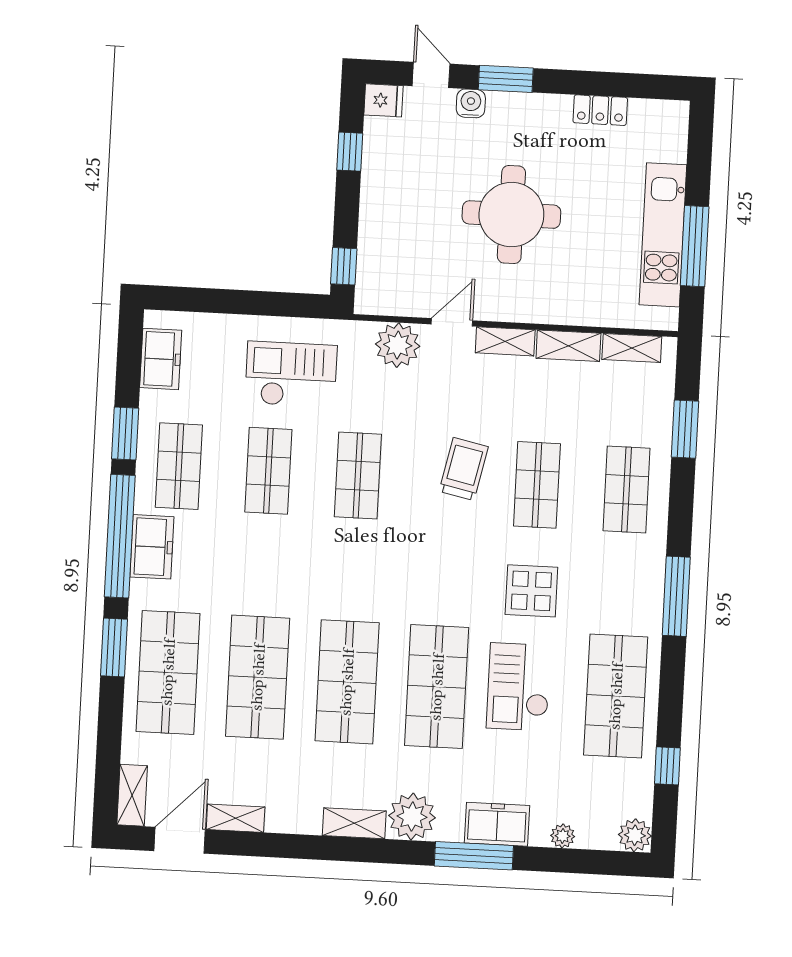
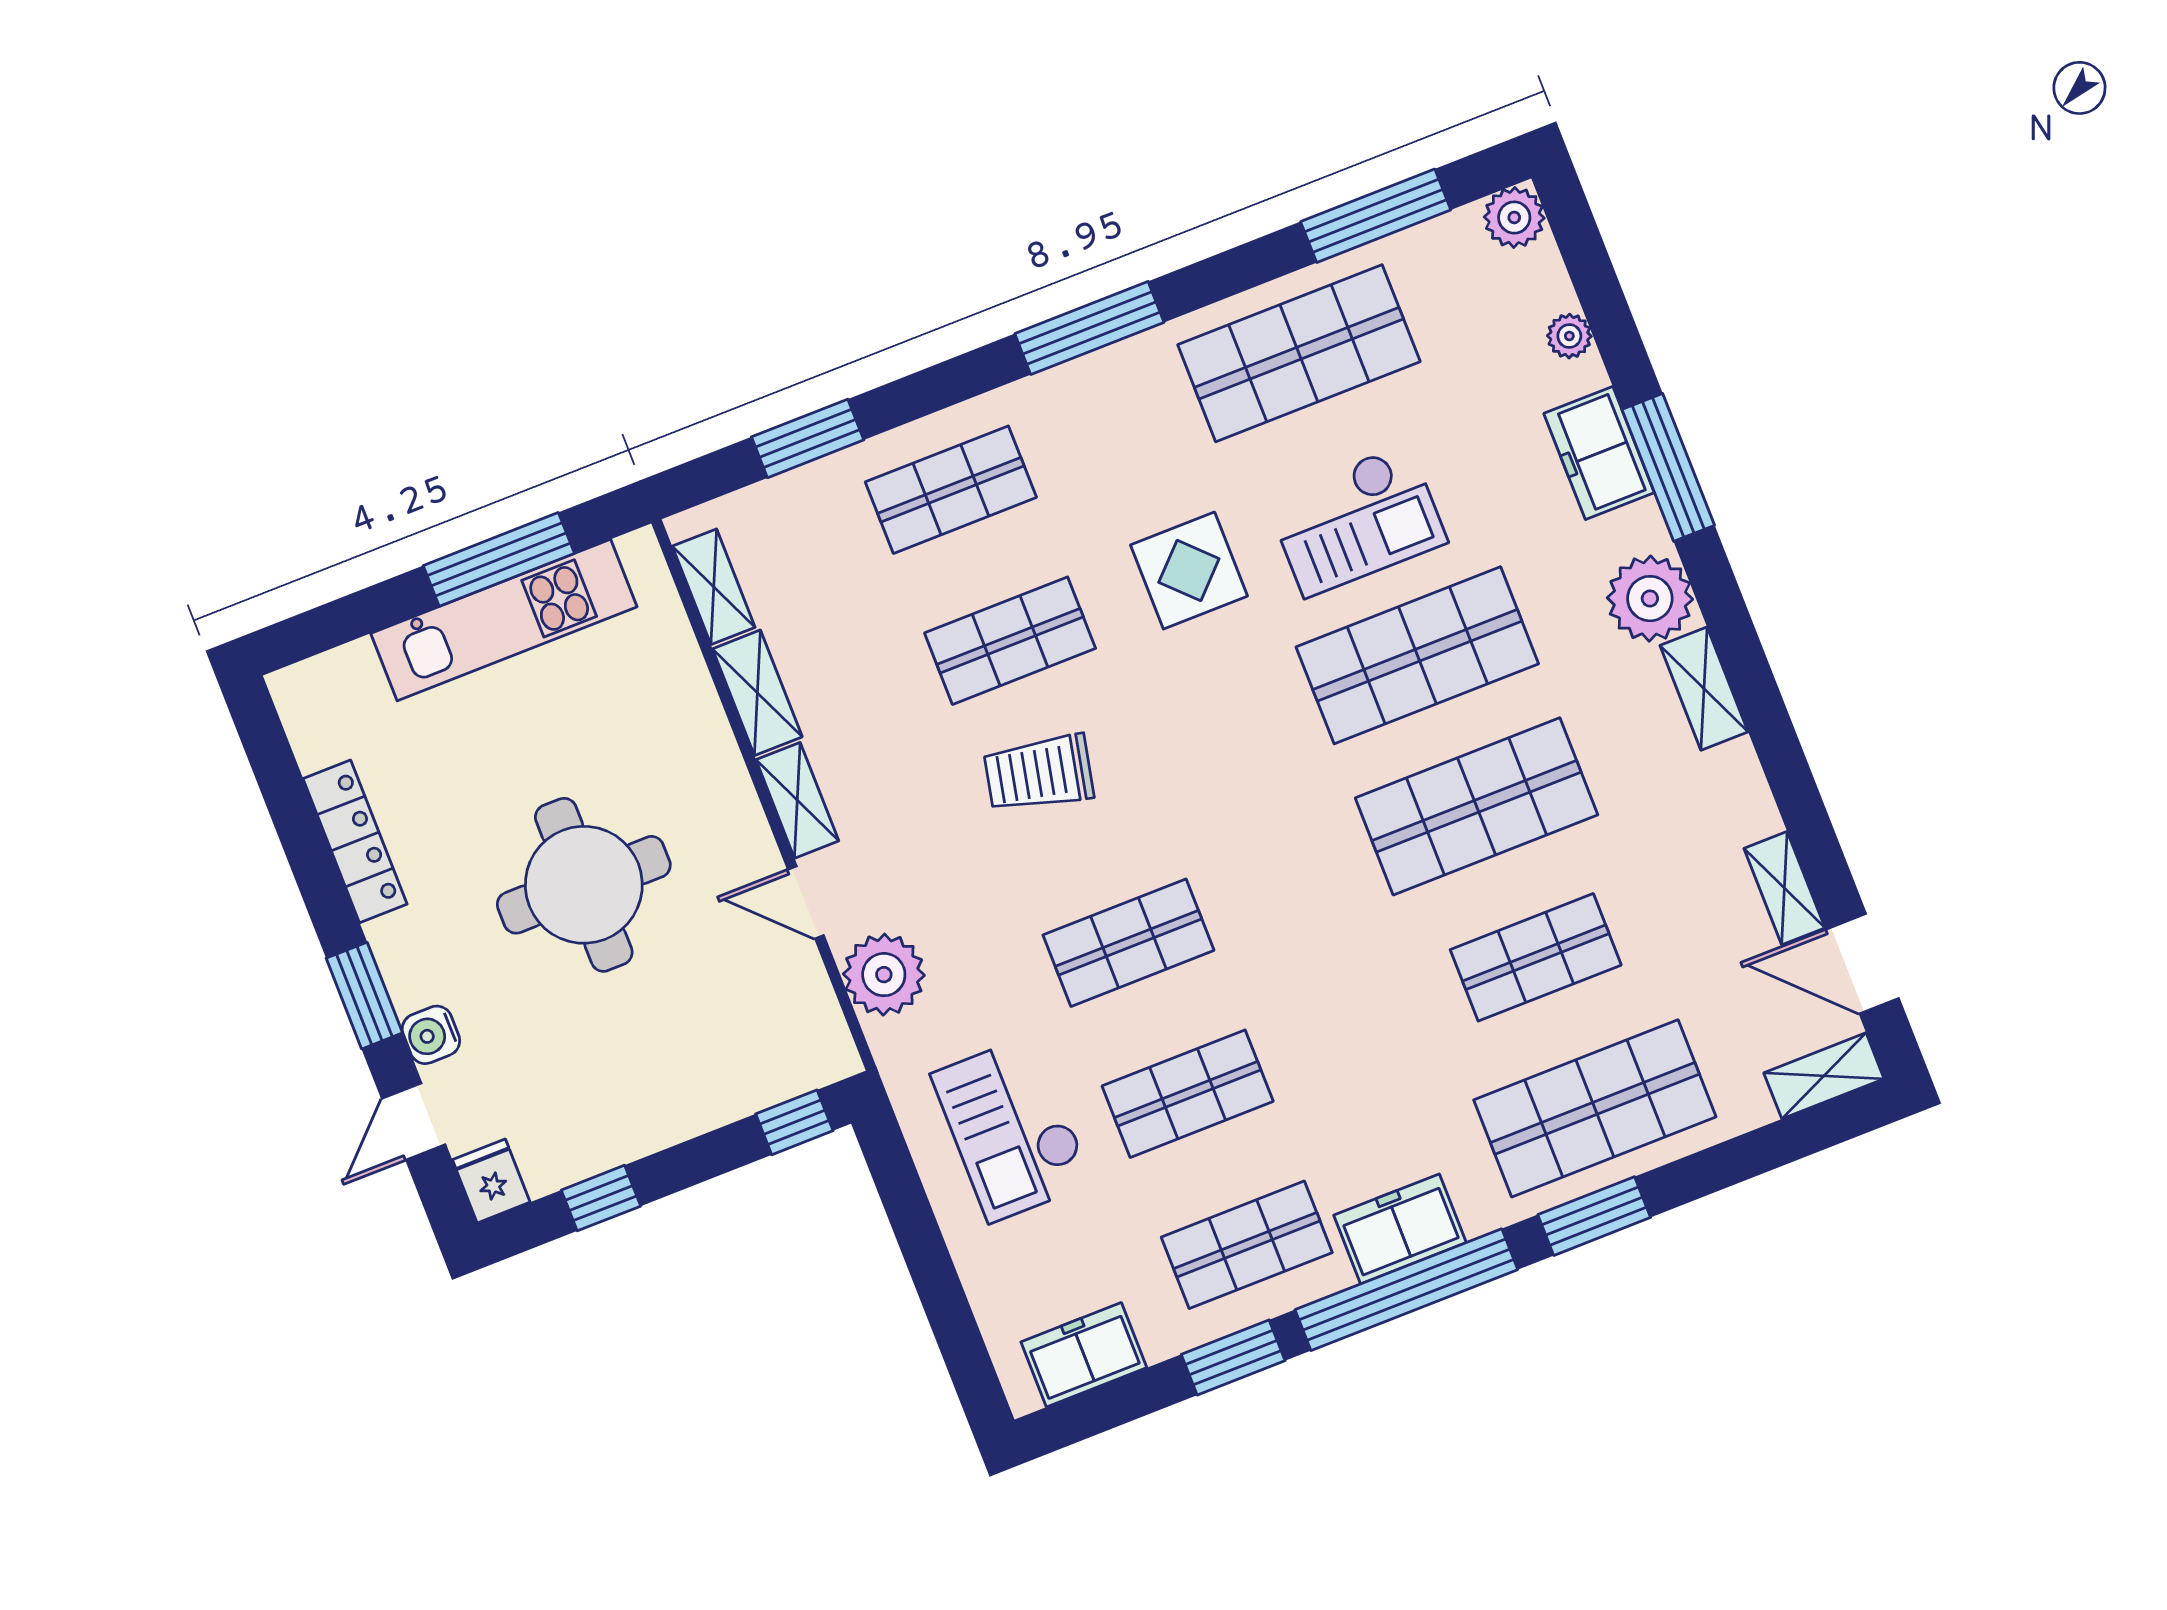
locker: (600, 110) -> (355, 841), width x1.53
shop shelf: (258, 677) -> (1536, 957), width x0.70, depth x0.74
window: (667, 766) -> (1376, 216), width x2.17

